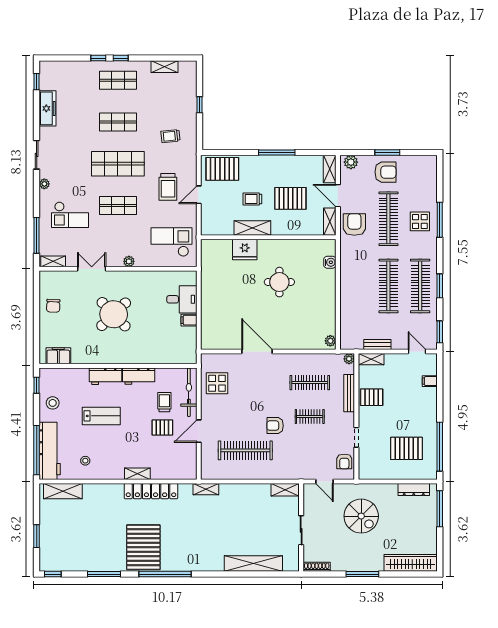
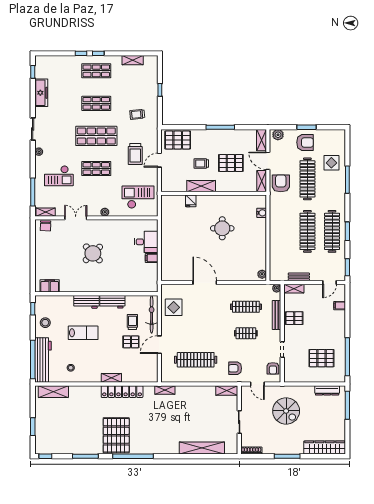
display table: (420, 221) -> (331, 163), moved
fridge: (245, 250) -> (191, 201), width x0.53, depth x0.75
chair: (53, 306) -> (45, 226), moved
round table: (114, 314) -> (93, 253), width x0.73, depth x0.73
door: (417, 351) -> (330, 283), swing flipped
armchair: (275, 426) -> (235, 368), moved

